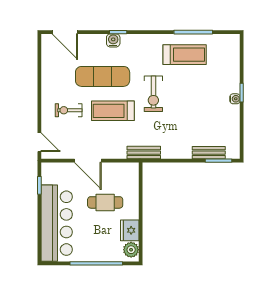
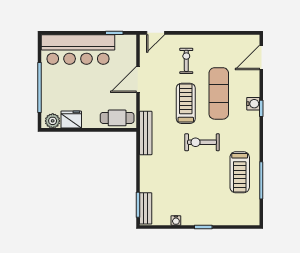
water cooler: (235, 99) -> (176, 220), moved
bench: (144, 153) -> (146, 133), width x1.36
bench: (209, 153) -> (146, 208), moved
cafe table: (105, 202) -> (117, 118), moved, turned 90

